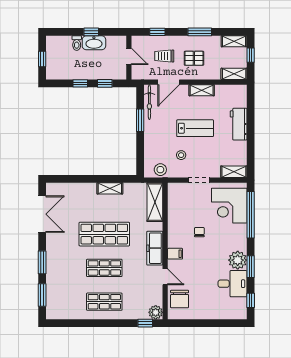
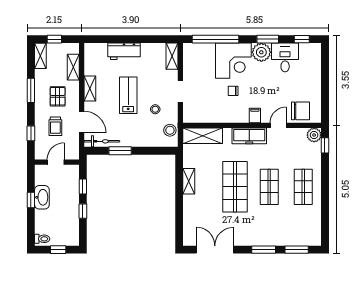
toilet: (77, 43) -> (42, 239), moved
shelving: (234, 74) -> (73, 67), moved
corner desk: (229, 206) -> (233, 61), moved

